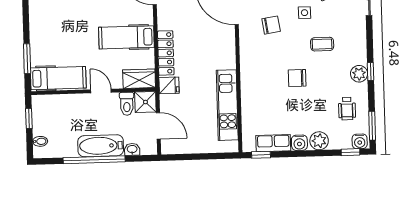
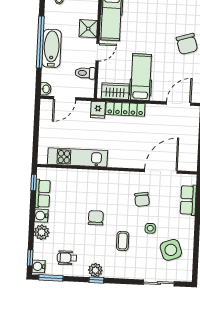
wardrobe: (139, 79) -> (115, 91), moved, turned -90
shower: (145, 102) -> (88, 29), moved
washbasin: (132, 149) -> (46, 89), moved

